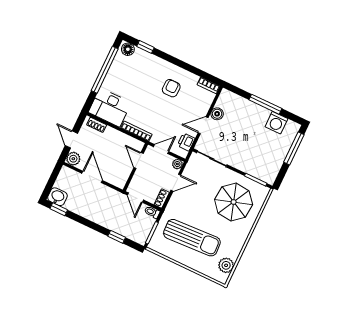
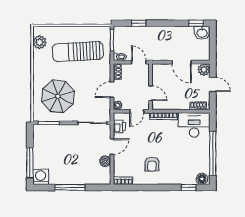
washing machine: (276, 123) -> (41, 177), moved

